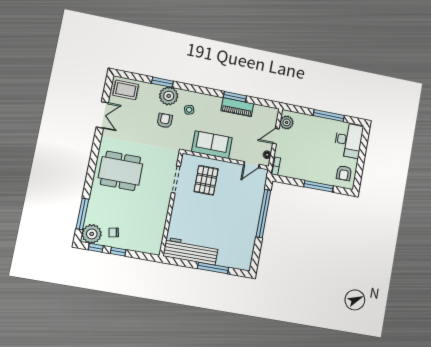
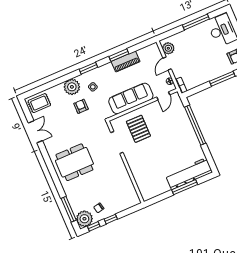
window: (162, 82) -> (88, 68), moved
sofa: (212, 145) -> (131, 98), width x1.36
workbench: (191, 251) -> (189, 174), moved

